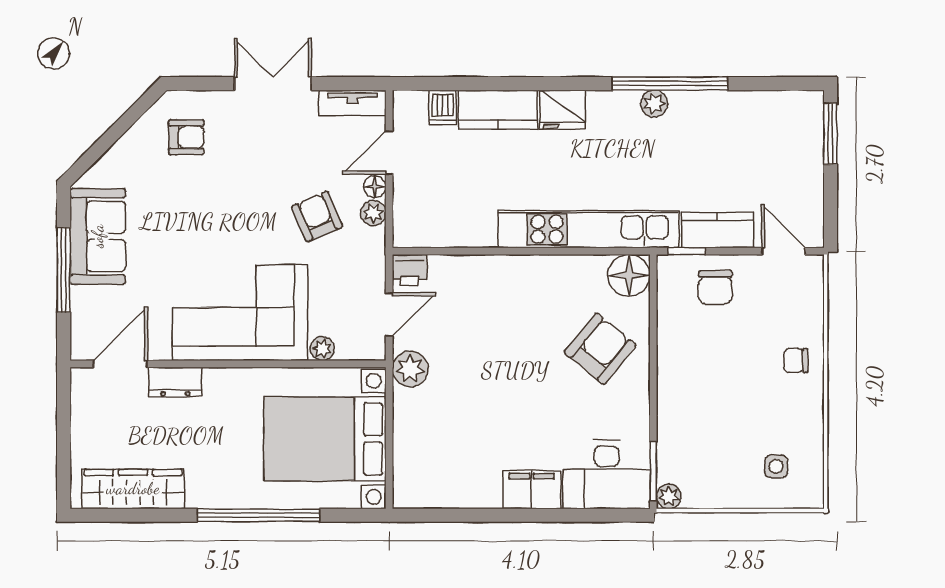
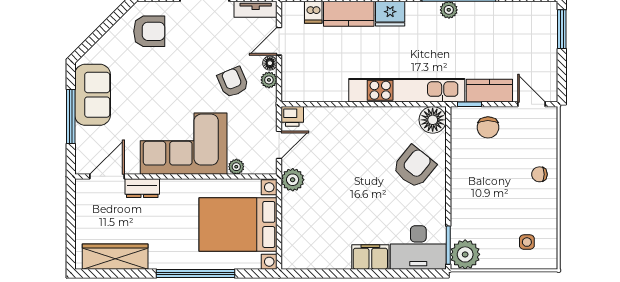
armchair: (186, 137) -> (149, 31), width x1.38, depth x1.38
plant: (669, 496) -> (465, 254), width x1.87, depth x1.87

